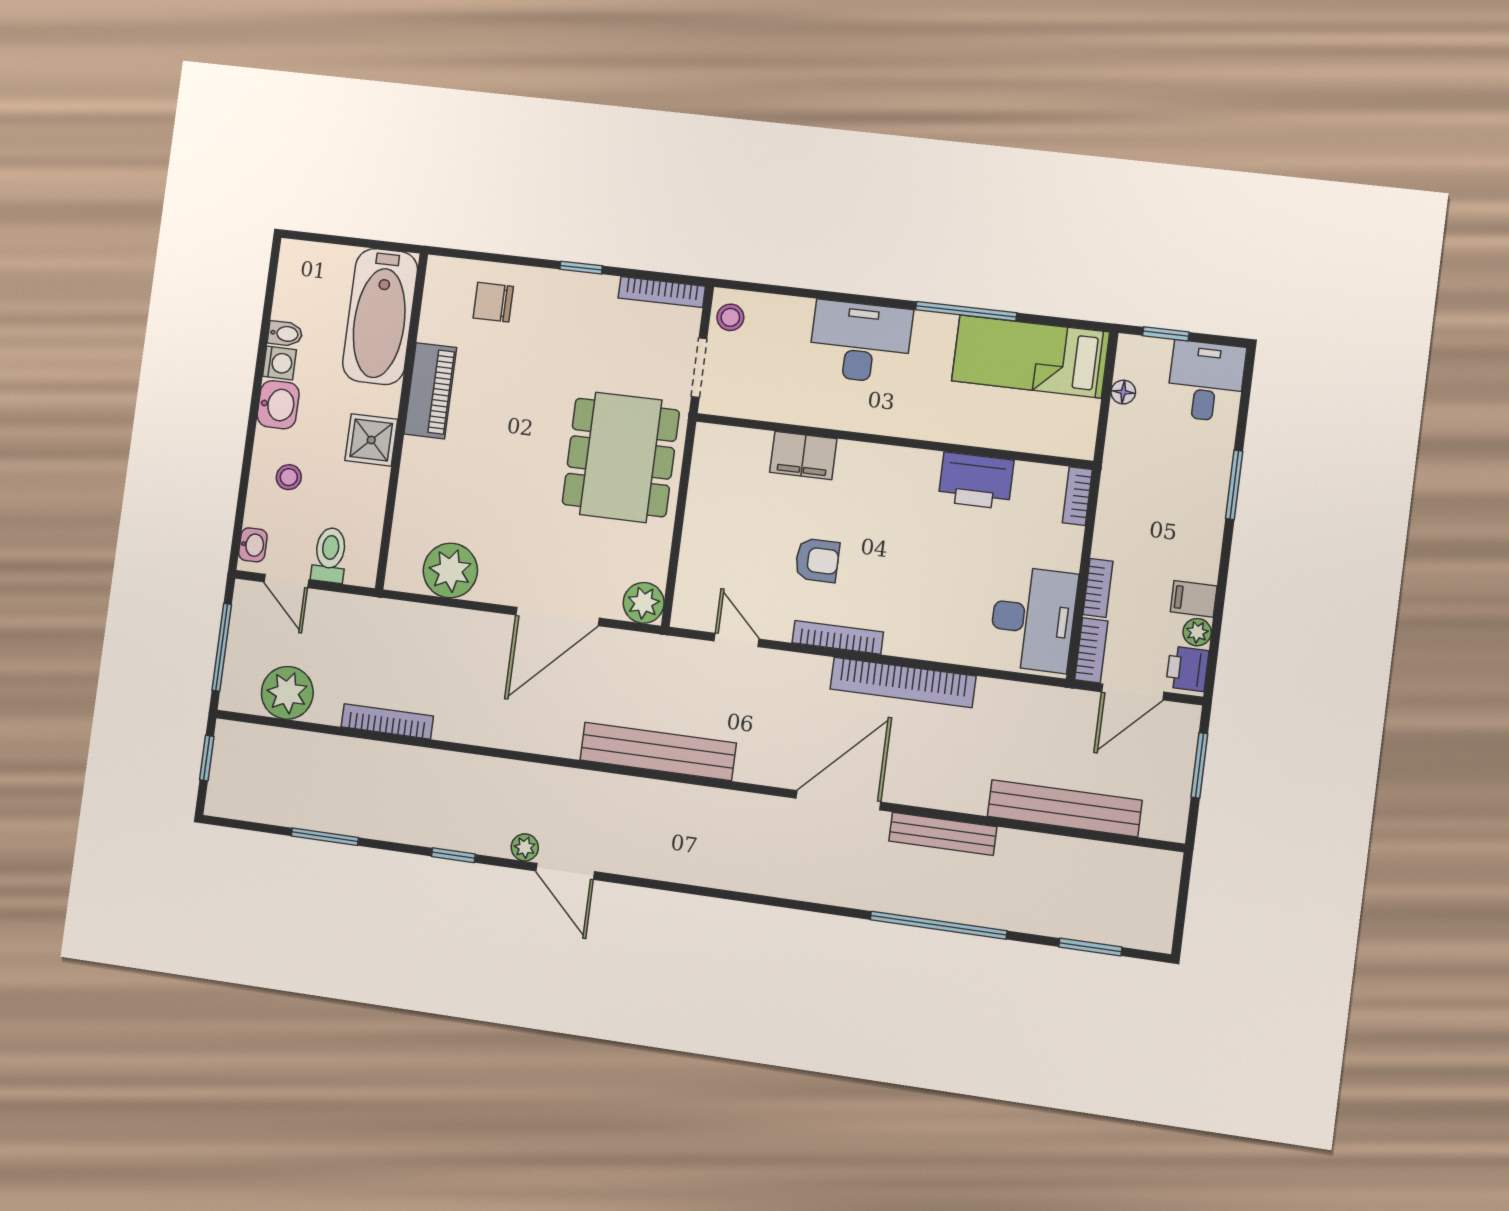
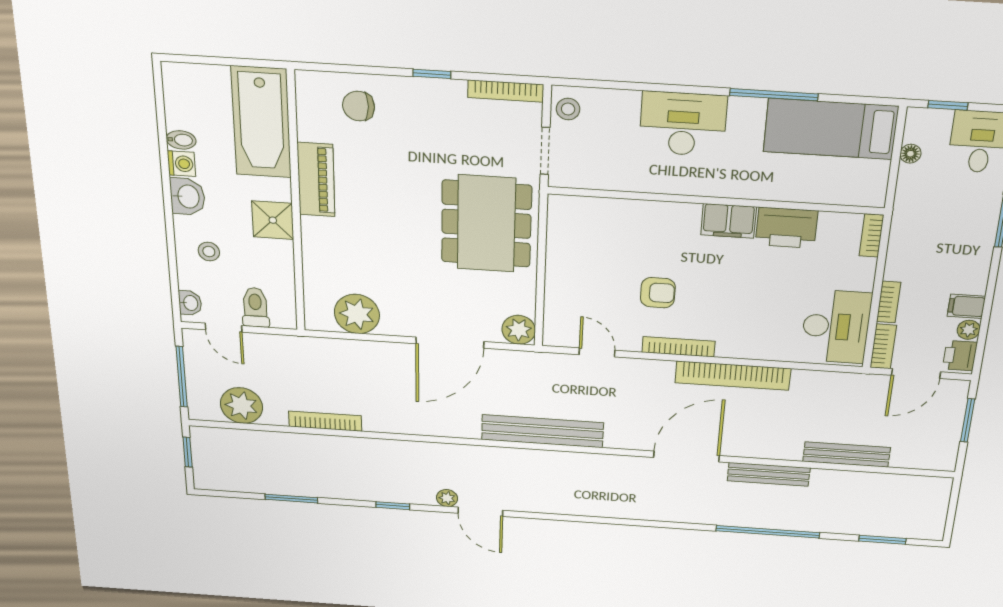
filing cabinet: (803, 456) -> (729, 221), moved
bench: (1065, 808) -> (846, 455), width x0.73, depth x0.82

